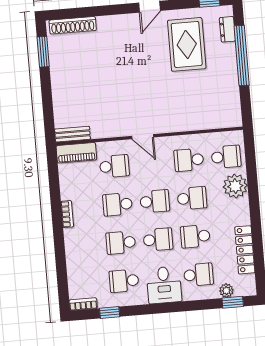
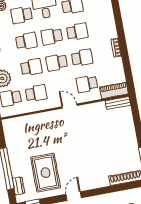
school desk: (192, 198) -> (31, 67), turned 180

